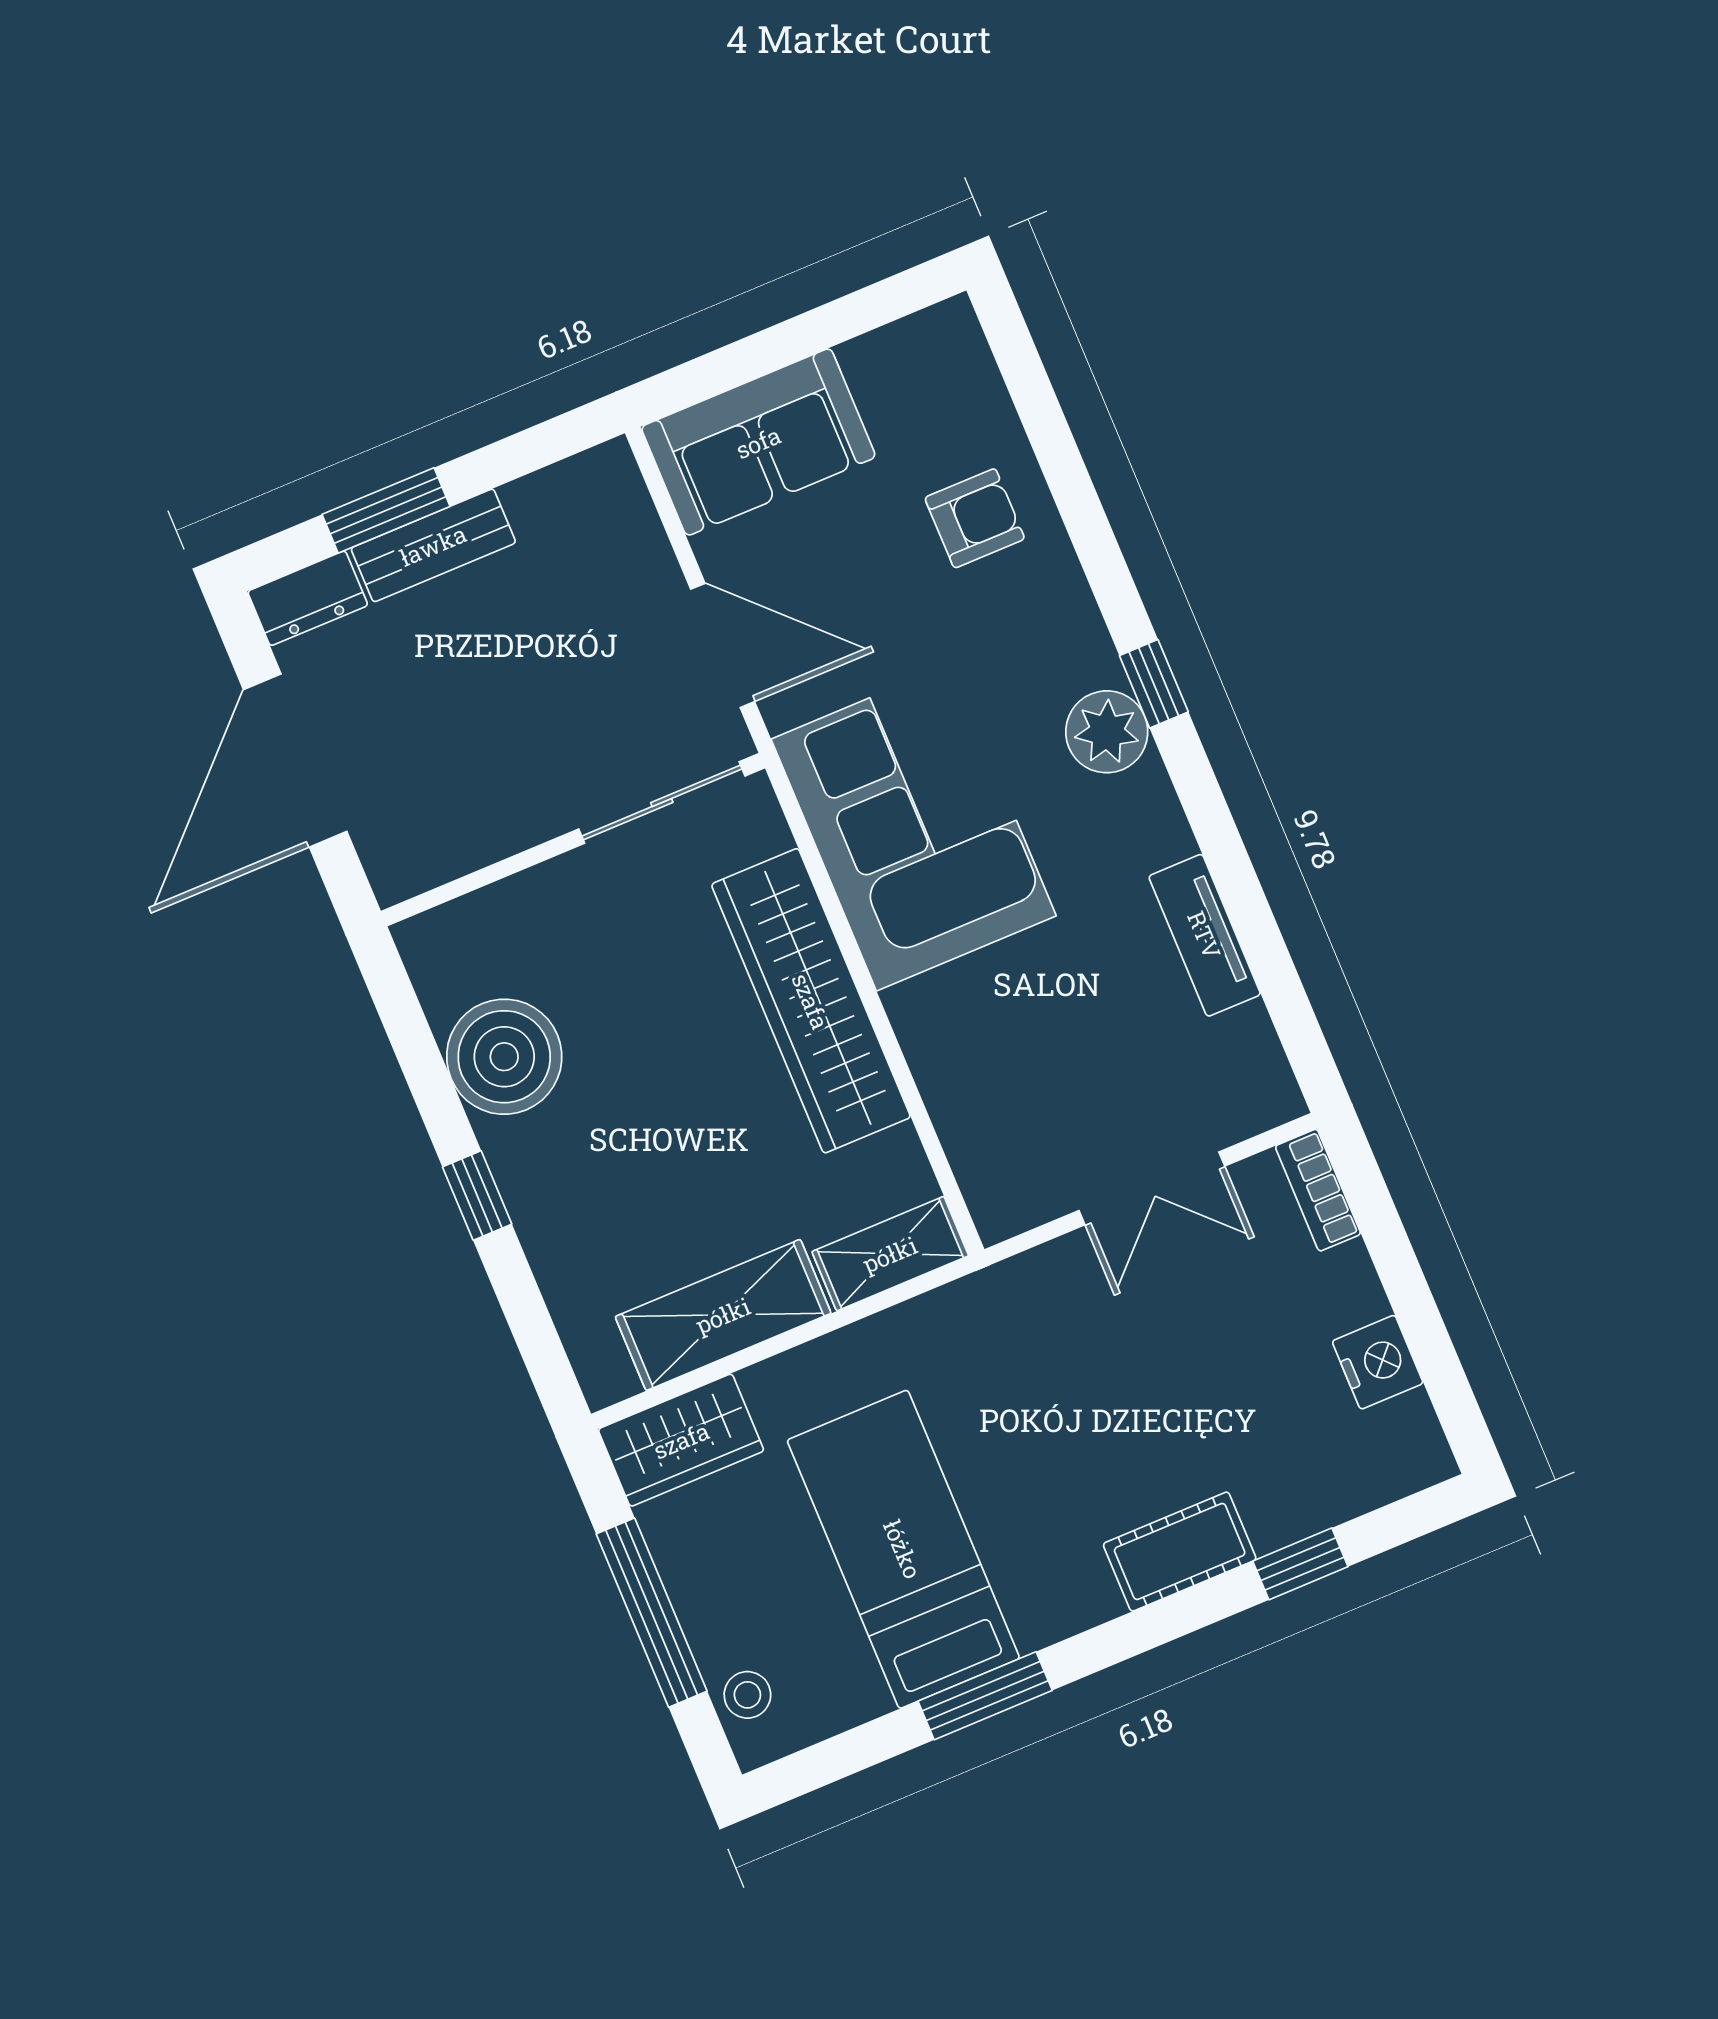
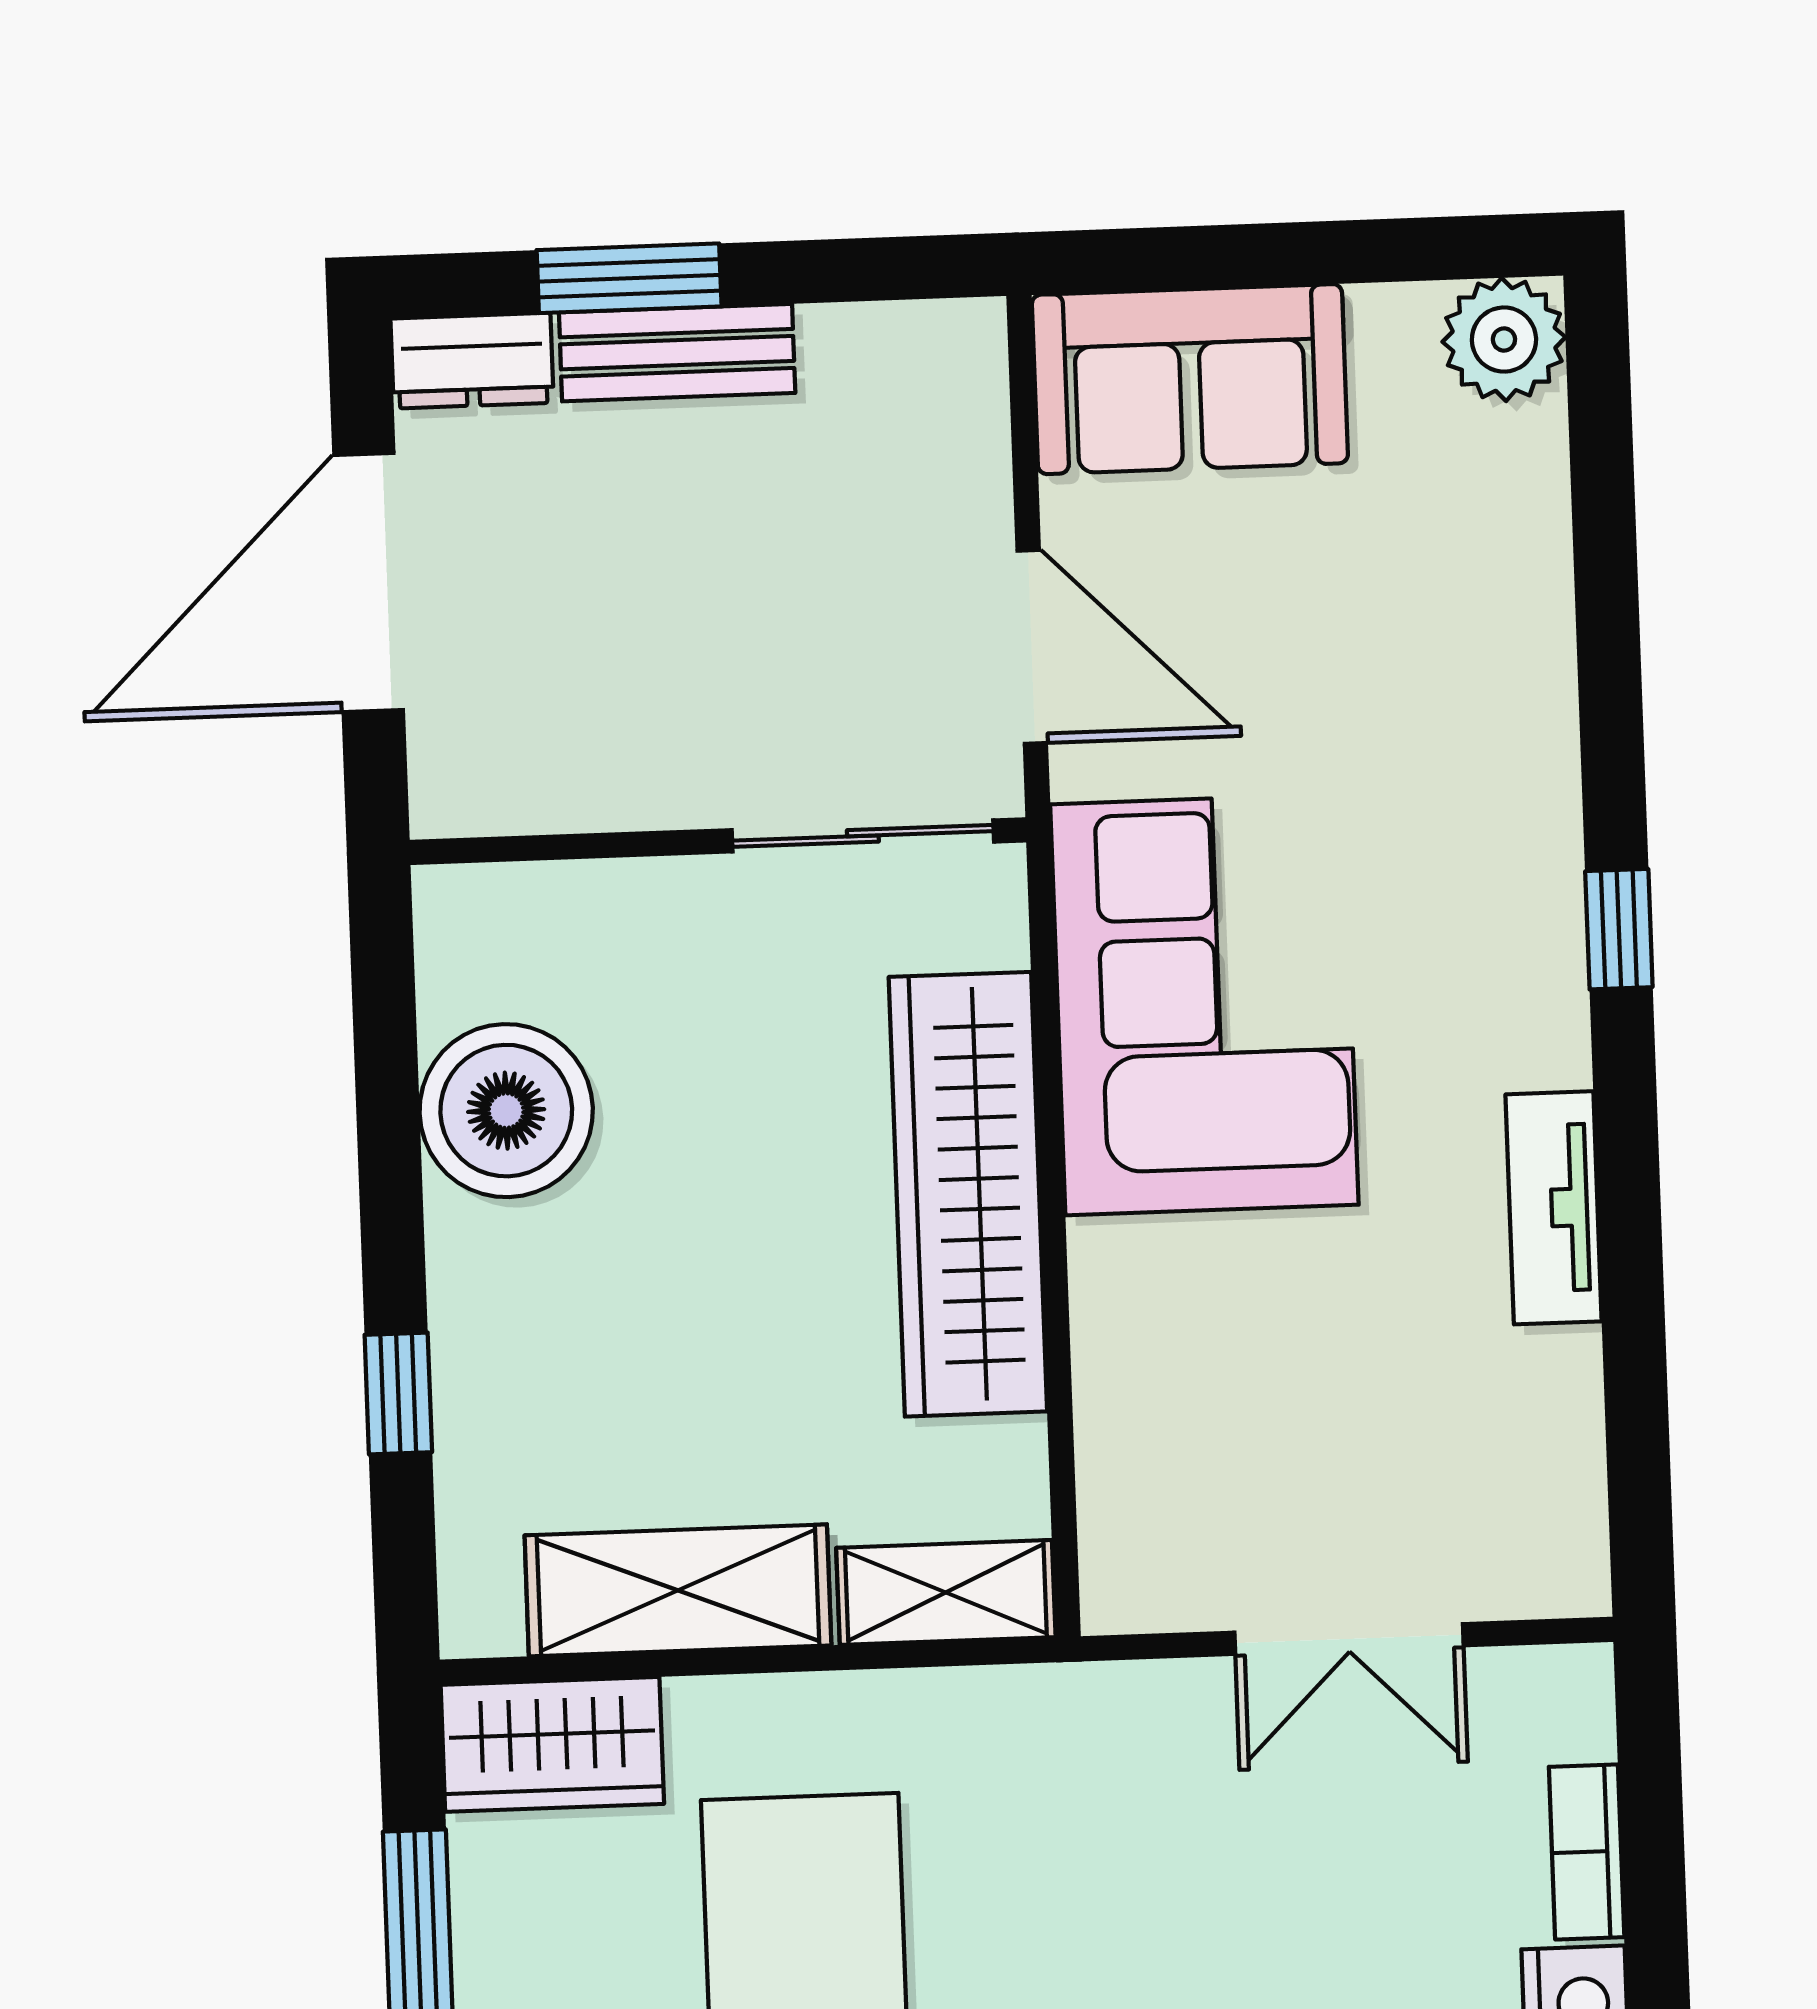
armchair: (975, 518) -> (1454, 601), removed
plant: (1107, 732) -> (1504, 340), moved
tv unit: (1205, 935) -> (1554, 1208), moved
bookcase: (1318, 1190) -> (1587, 1852), moved
window: (477, 1195) -> (398, 1393), moved

